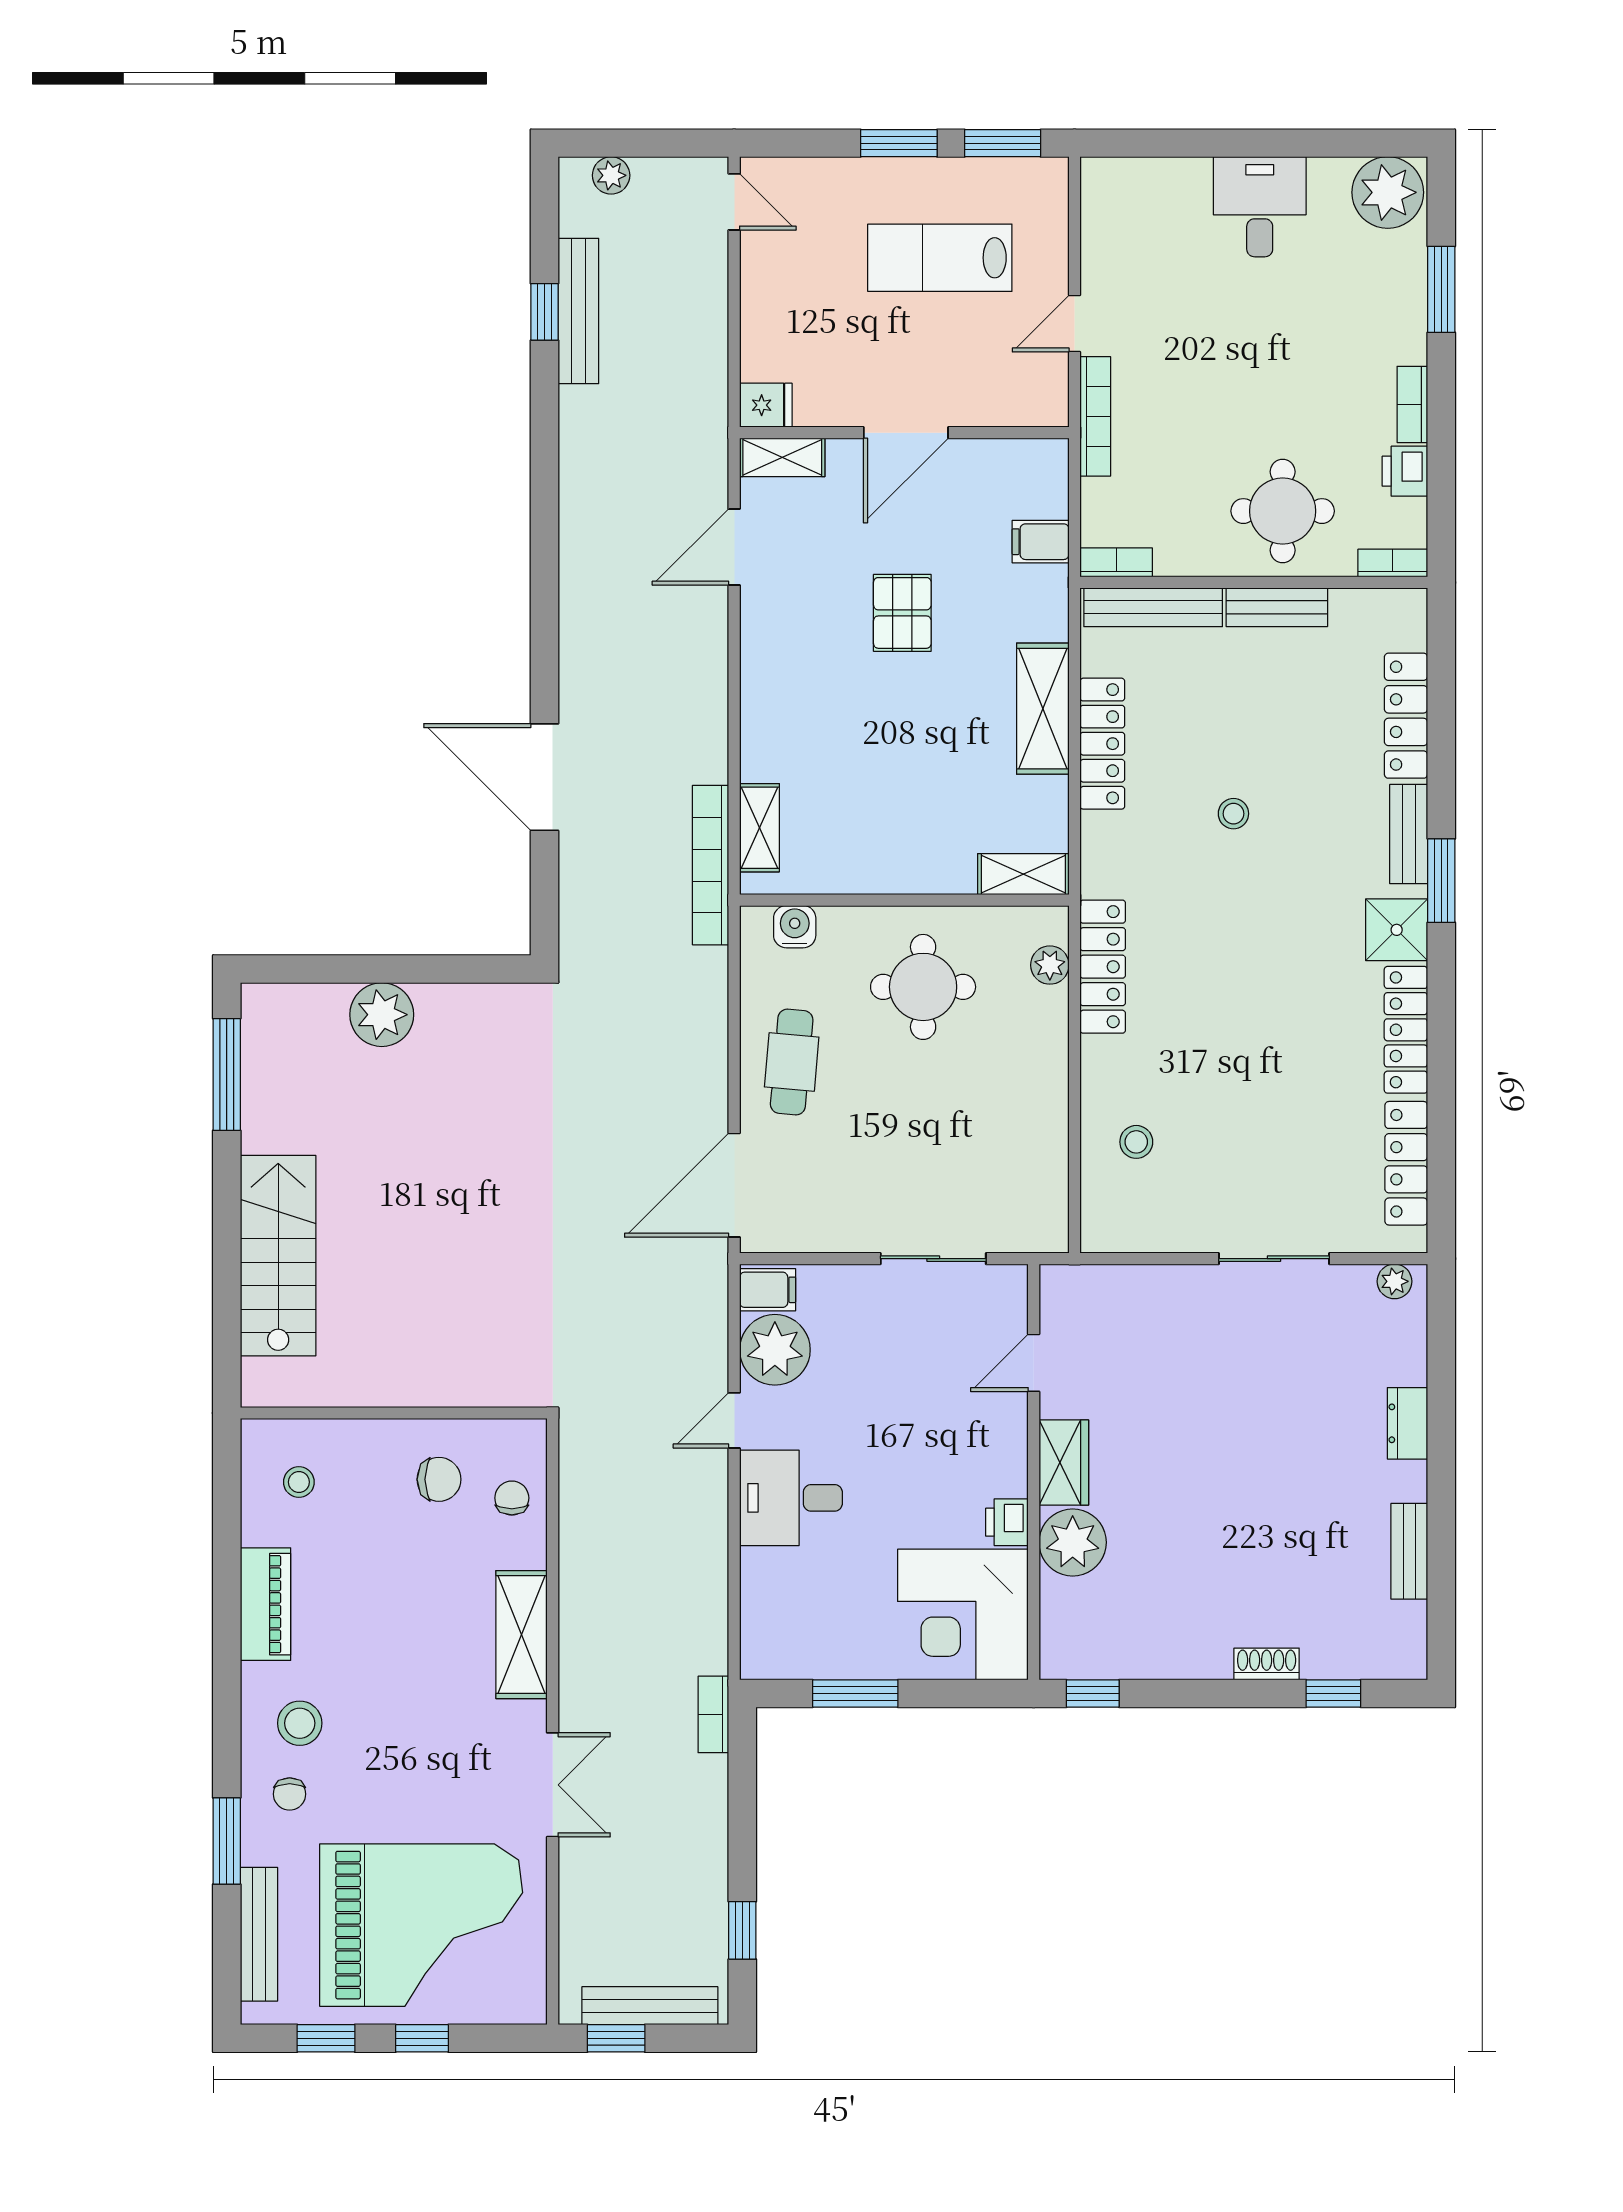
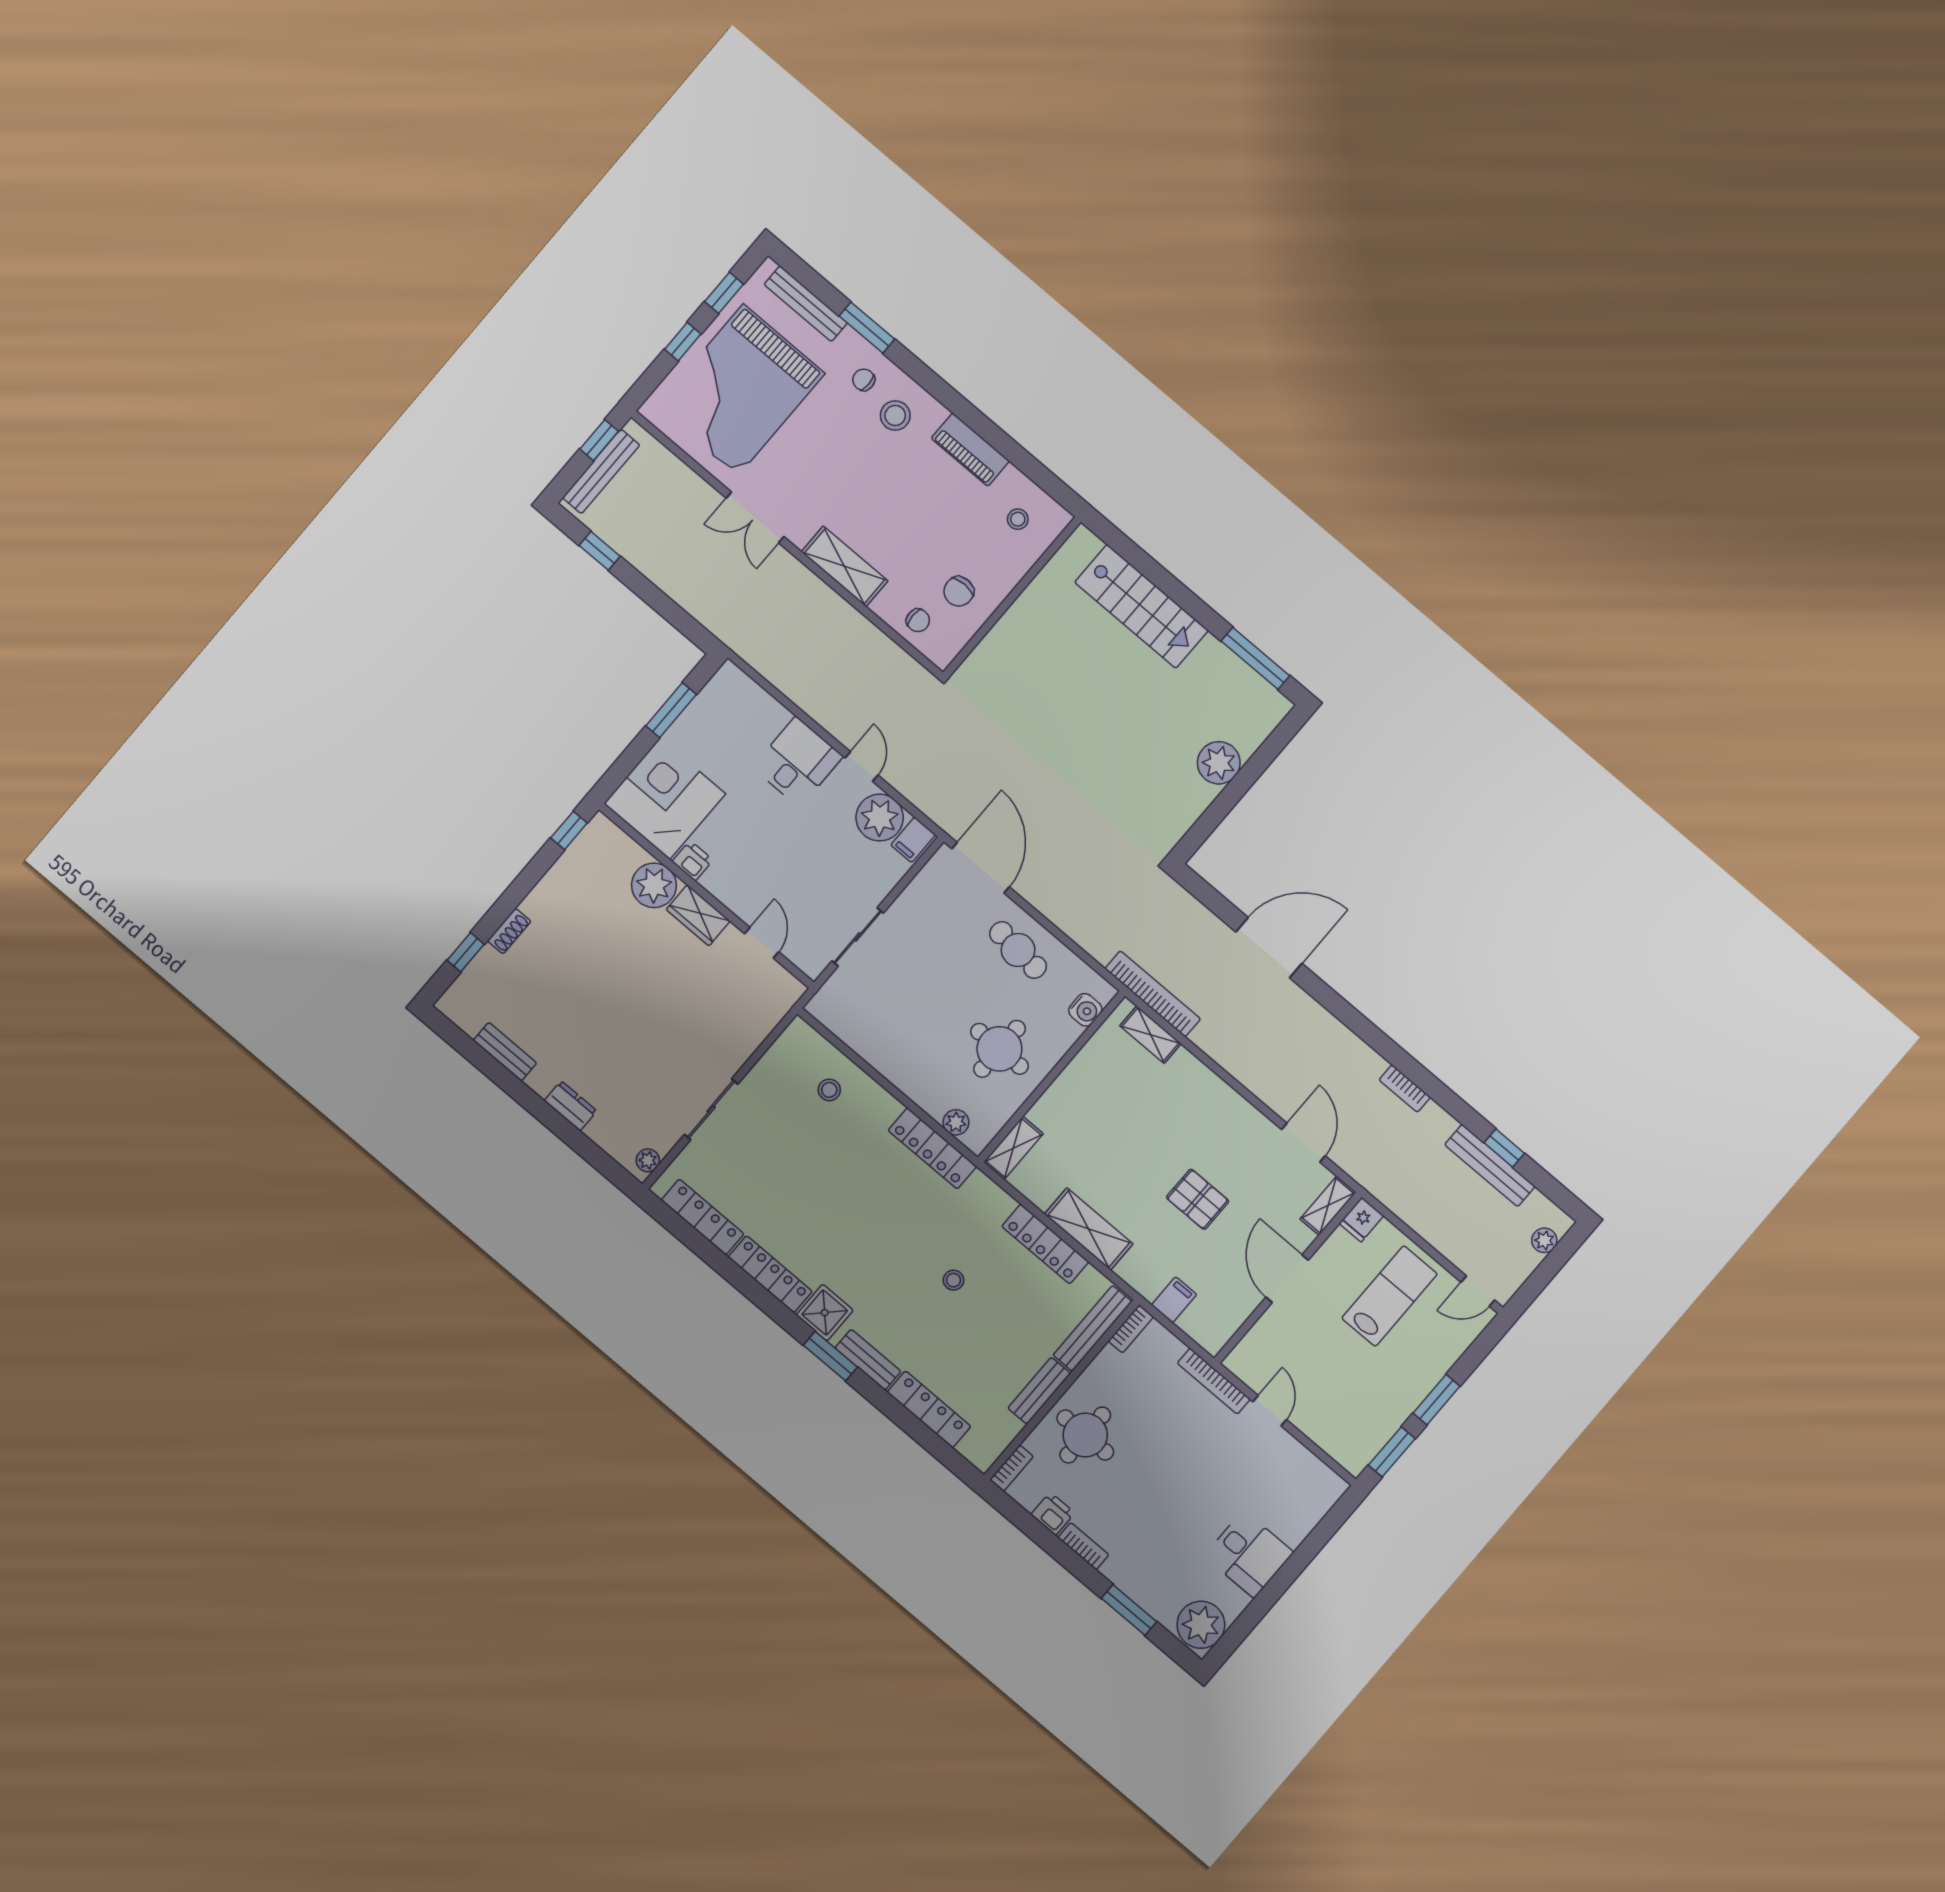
lab bench: (940, 258) -> (1390, 1296), moved
bookcase: (713, 1714) -> (1405, 1089), moved, turned 180

